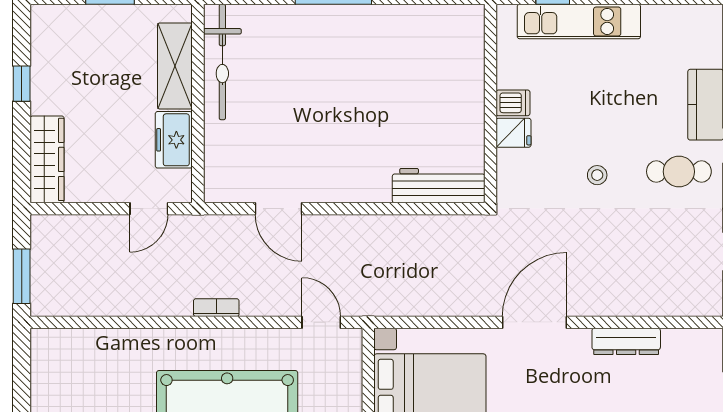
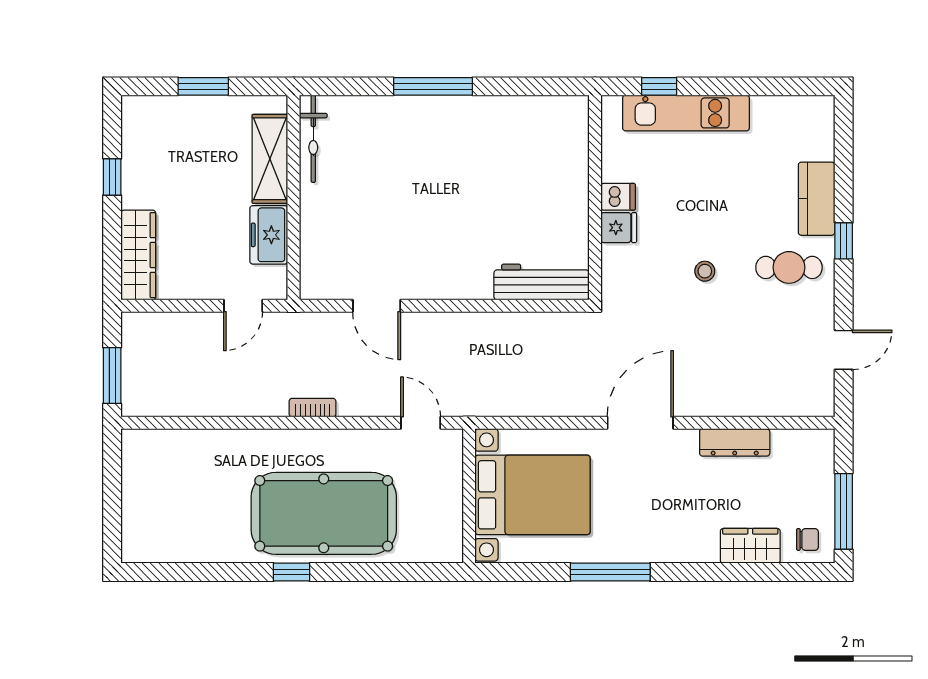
bicycle: (222, 62) -> (313, 139), width x0.73, depth x0.71

